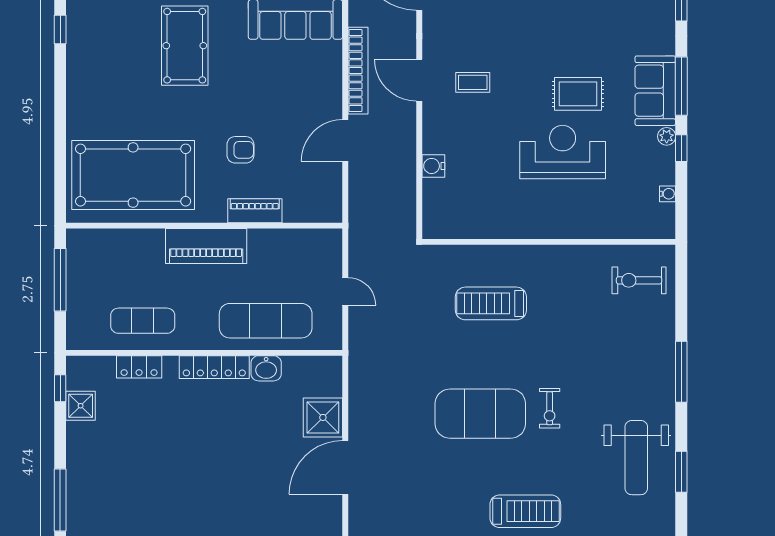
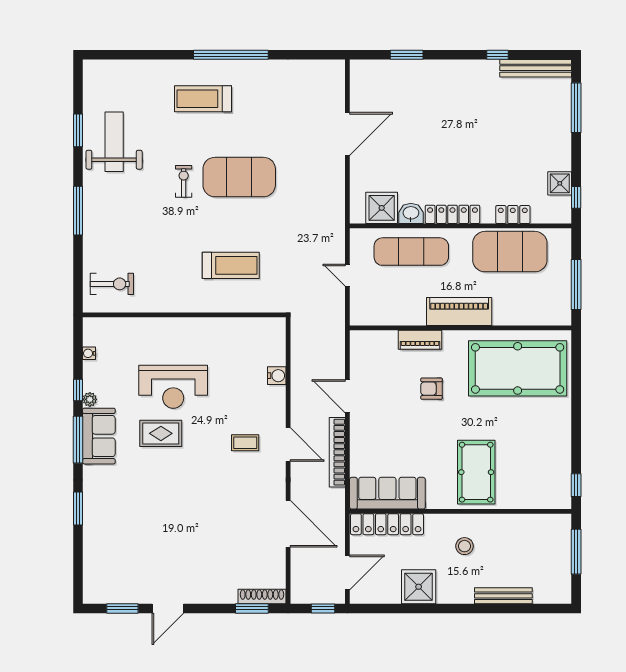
door: (345, 140) -> (347, 396), swing flipped
exercise mat: (143, 321) -> (510, 252), width x2.00, depth x1.45
shower: (323, 417) -> (382, 208), moved

